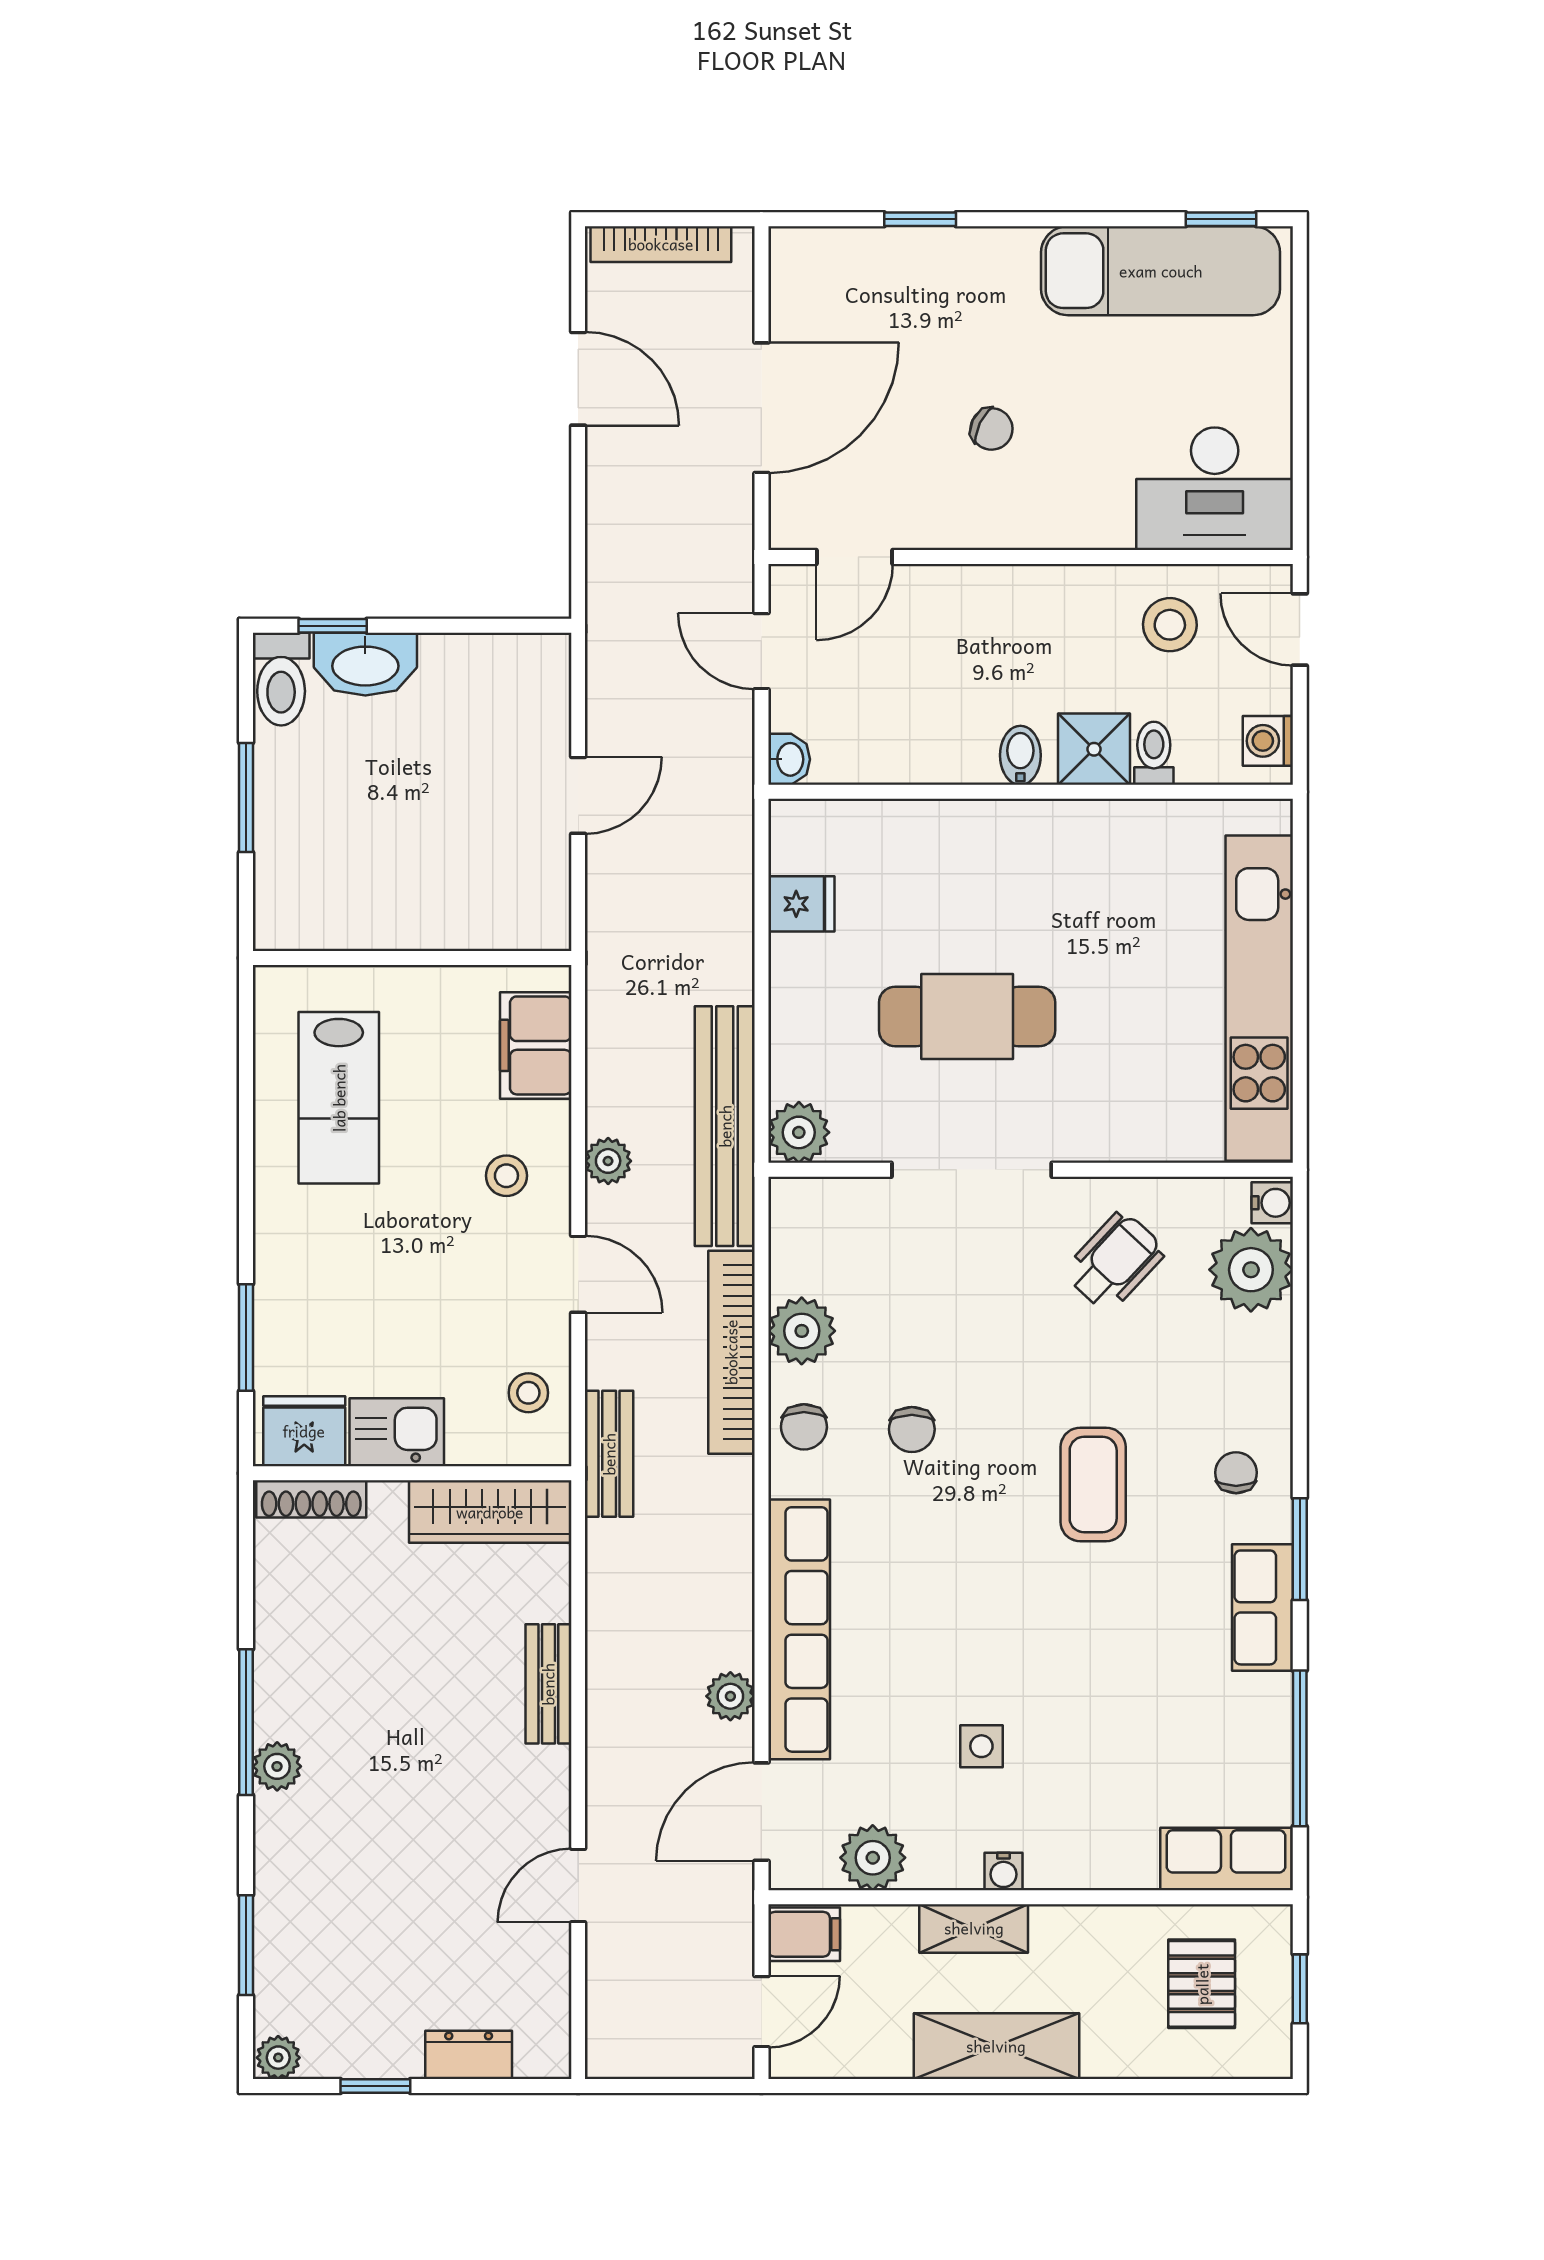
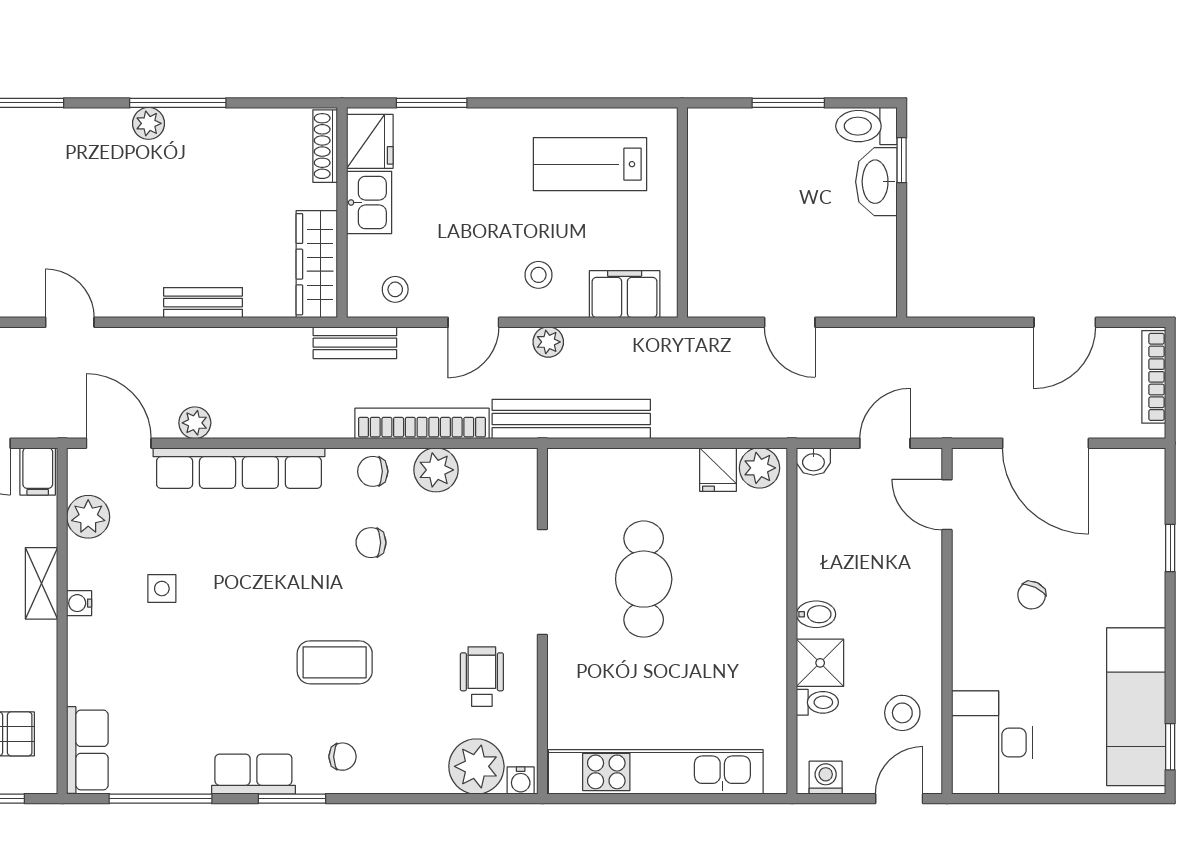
plant: (799, 1132) -> (760, 468), moved
wheelchair: (1115, 1262) -> (482, 677), turned -133

